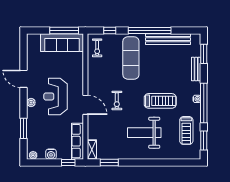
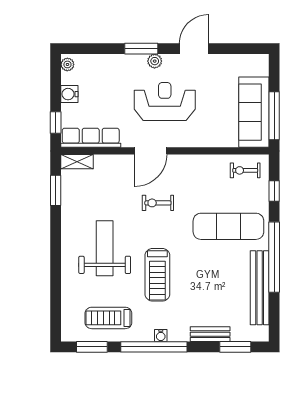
window: (24, 128) -> (141, 49), moved

